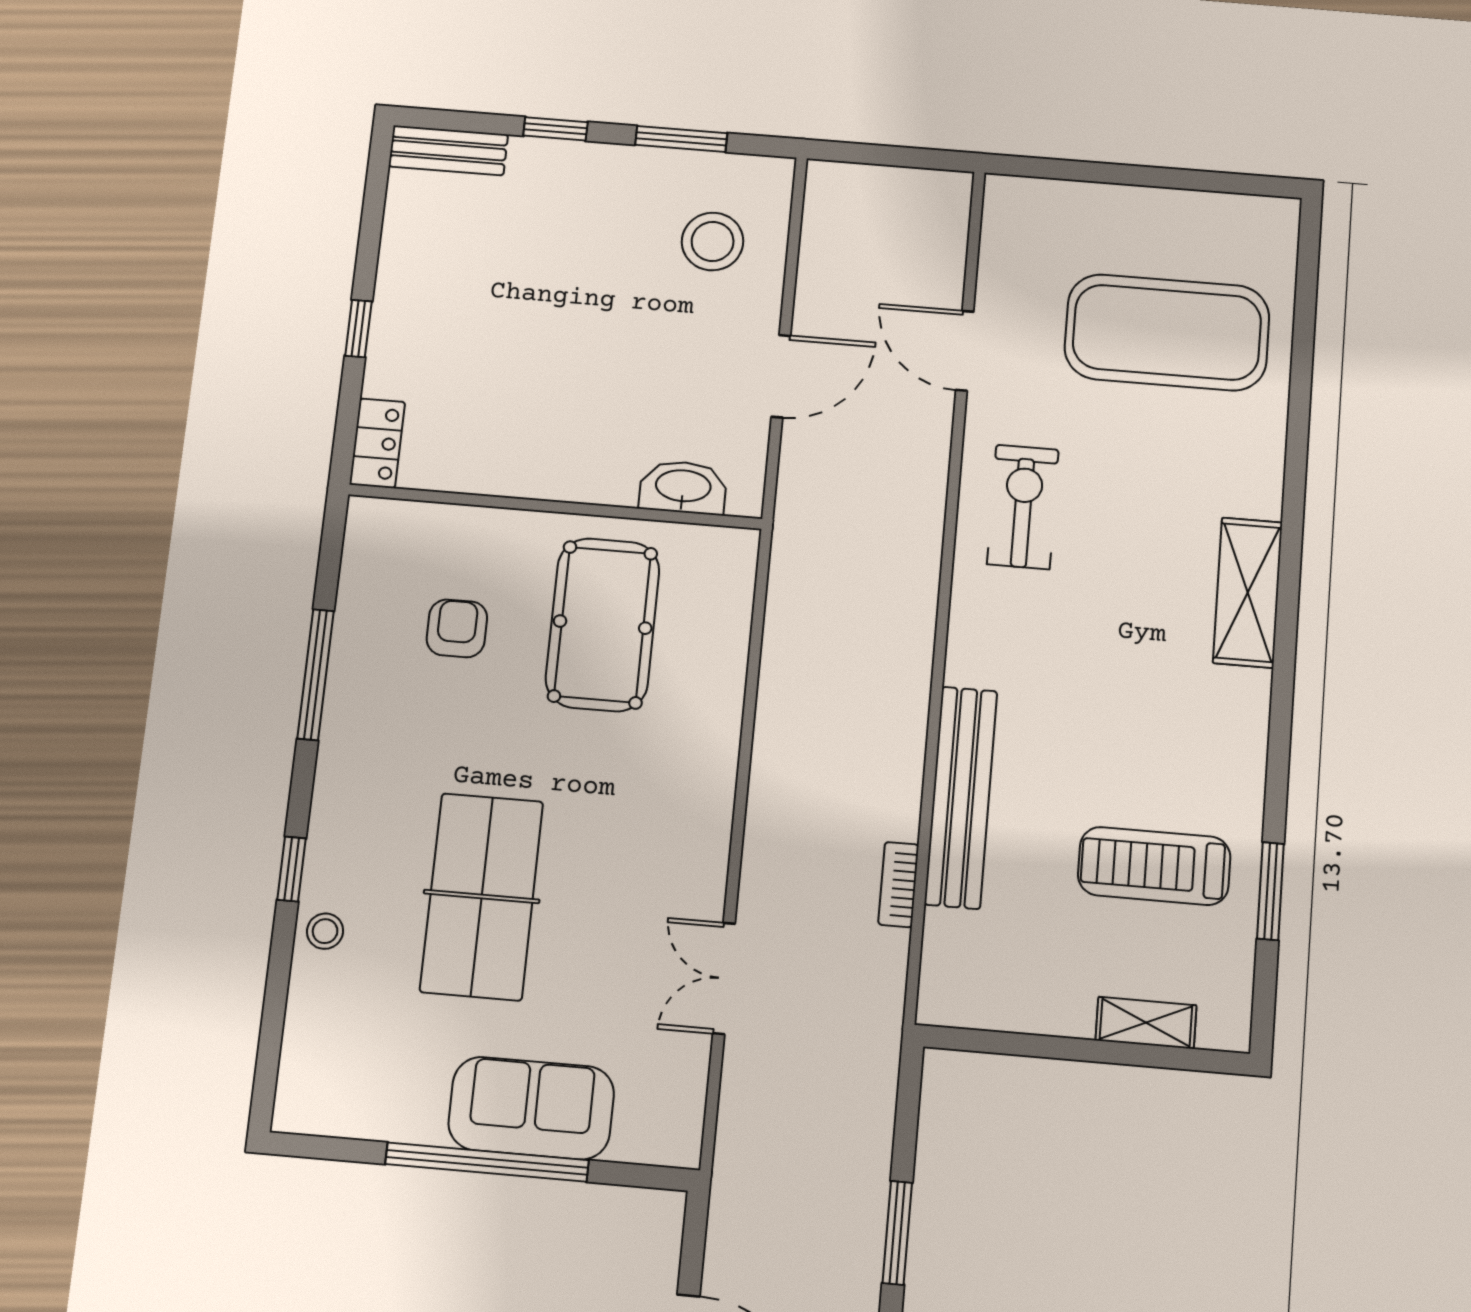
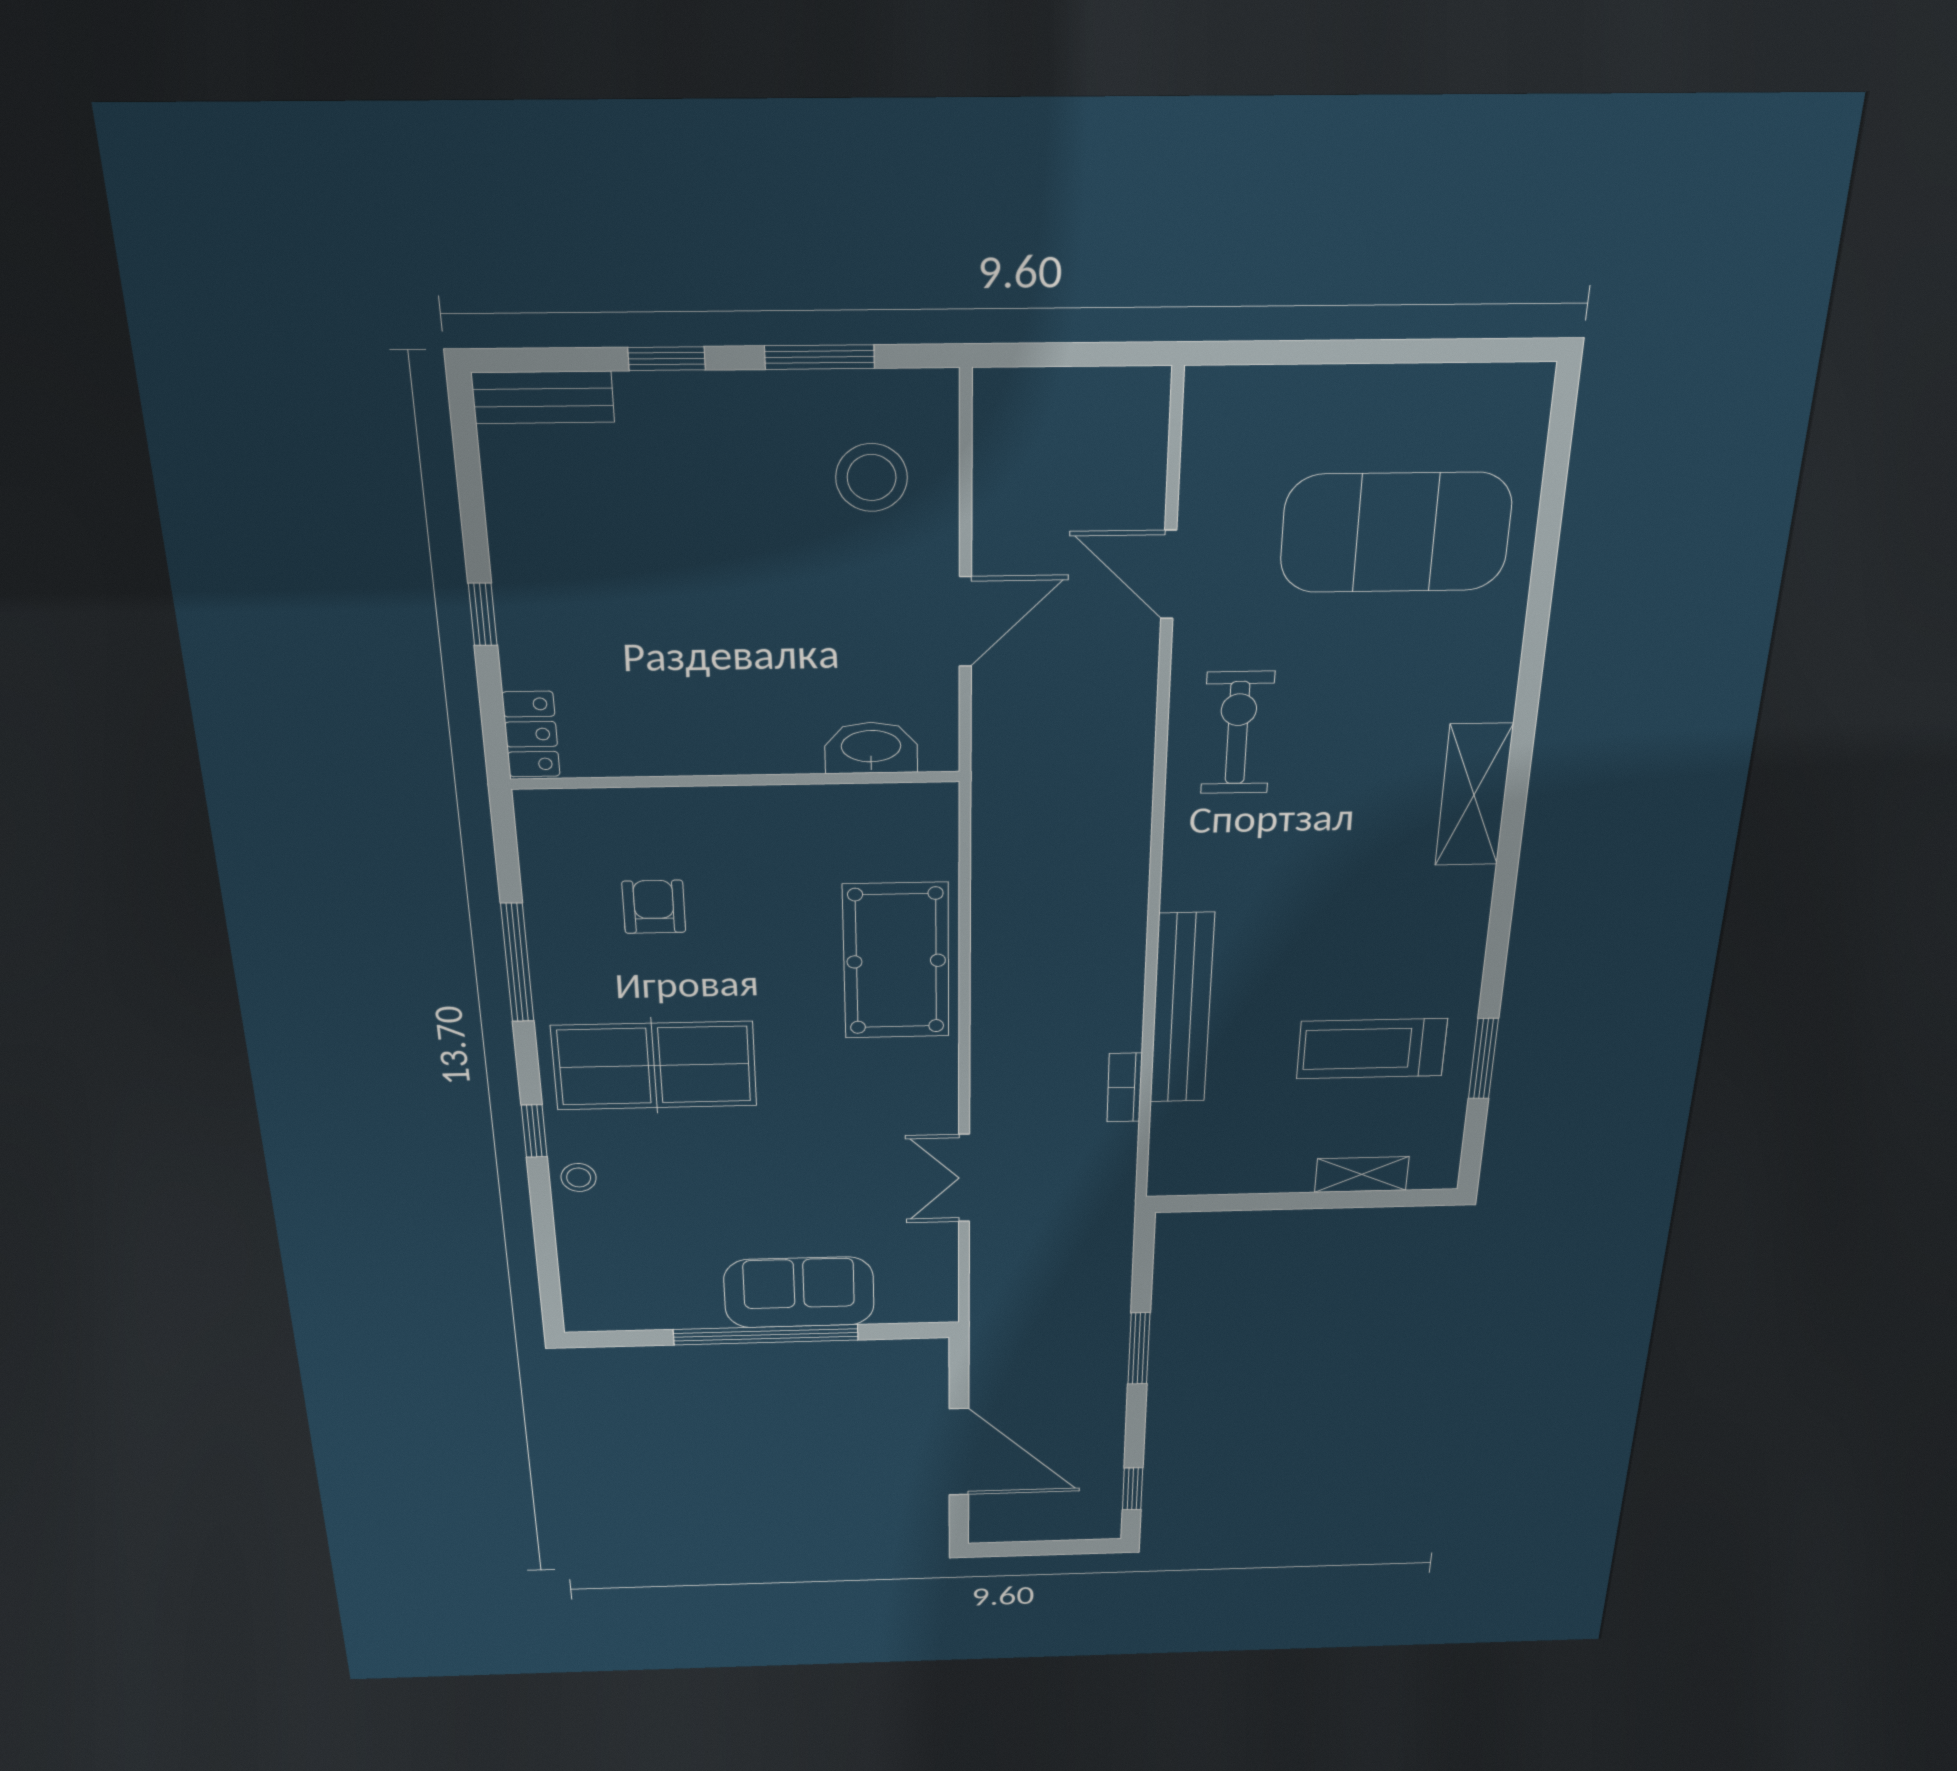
pool table: (603, 625) -> (896, 961), moved
table tennis table: (482, 896) -> (654, 1066), moved, turned 90

